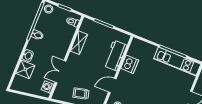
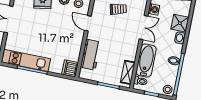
bathtub: (64, 40) -> (146, 61), added
shelving: (79, 43) -> (128, 72), moved
dishwasher: (130, 64) -> (70, 68), moved
door: (112, 86) -> (88, 23), swing flipped

